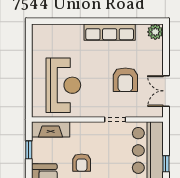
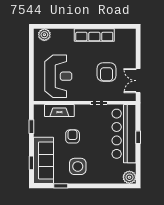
plant: (155, 32) -> (44, 35), moved
fireplace: (51, 129) -> (59, 111), moved
armchair: (82, 163) -> (73, 136), turned 180

